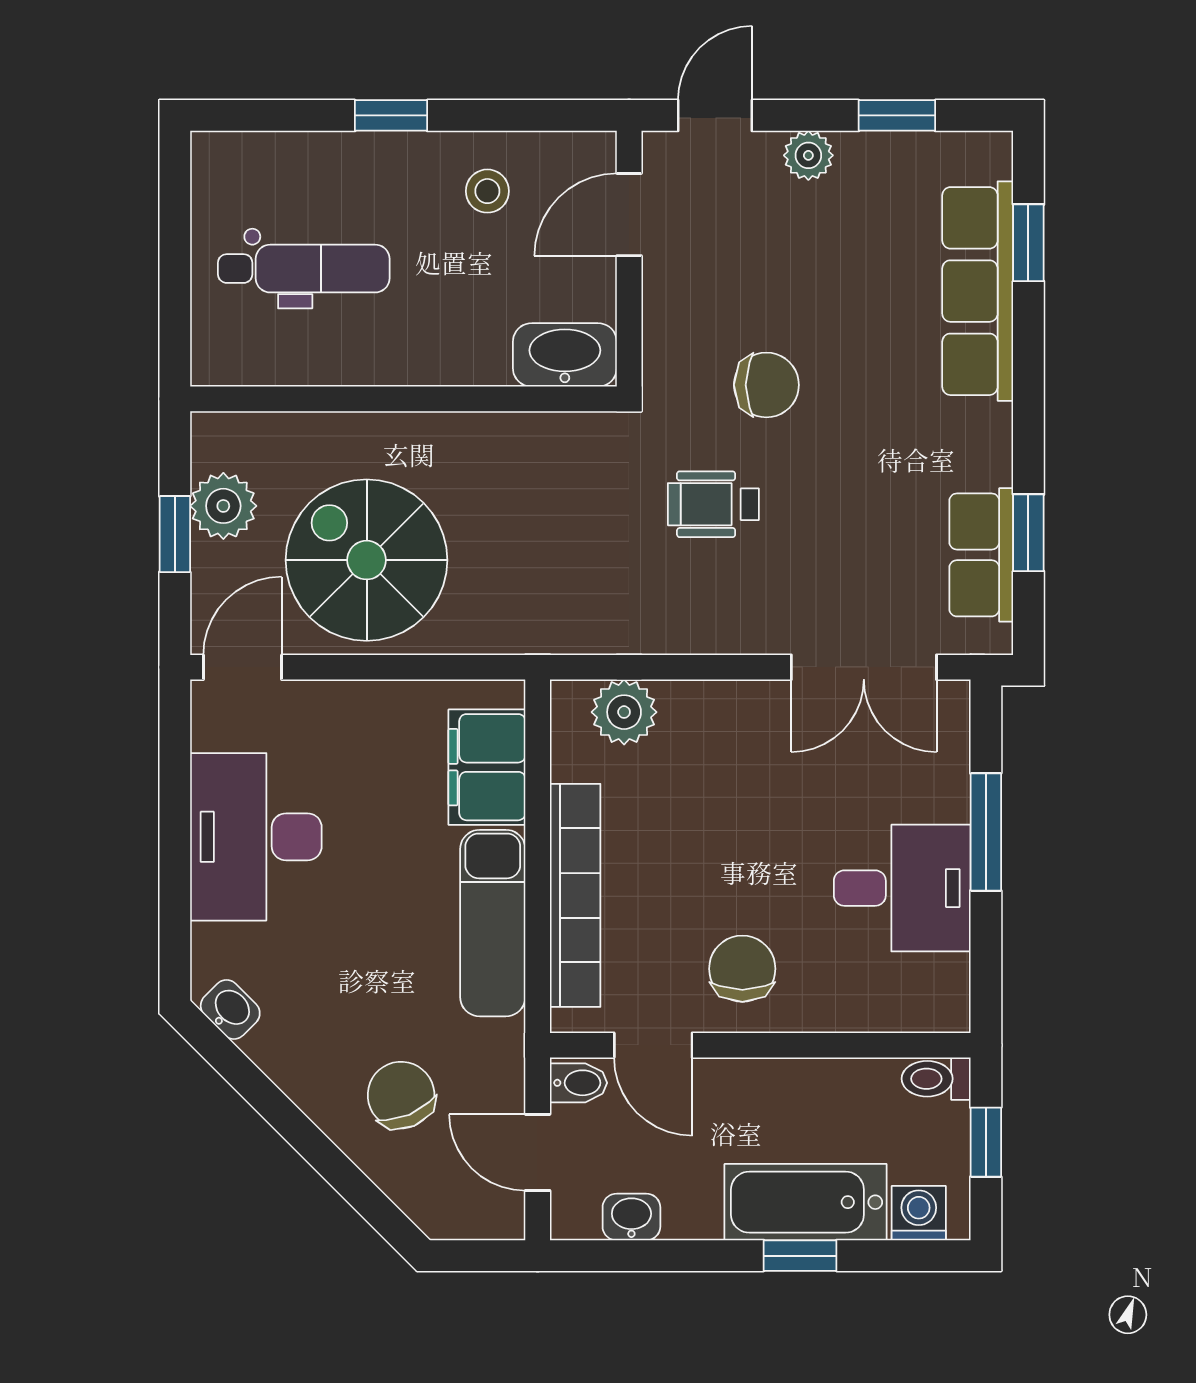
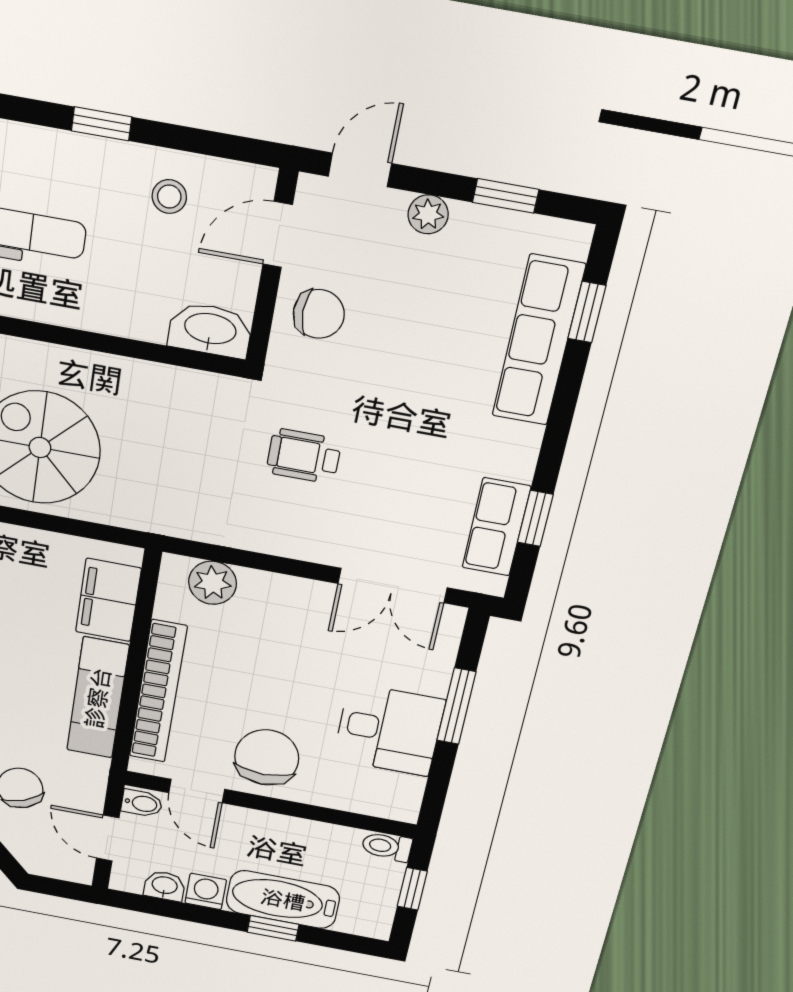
chair: (766, 385) -> (319, 314), moved
chair: (742, 969) -> (267, 757), width x1.37, depth x1.37
washing machine: (919, 1213) -> (206, 891), moved

